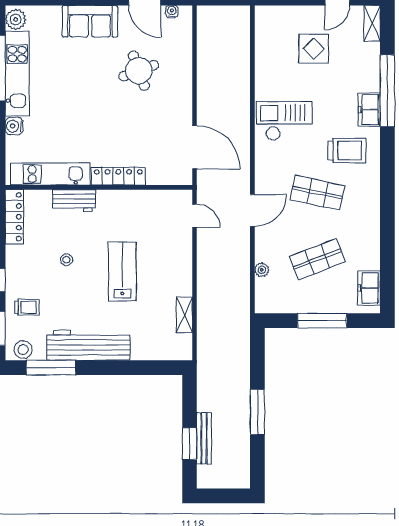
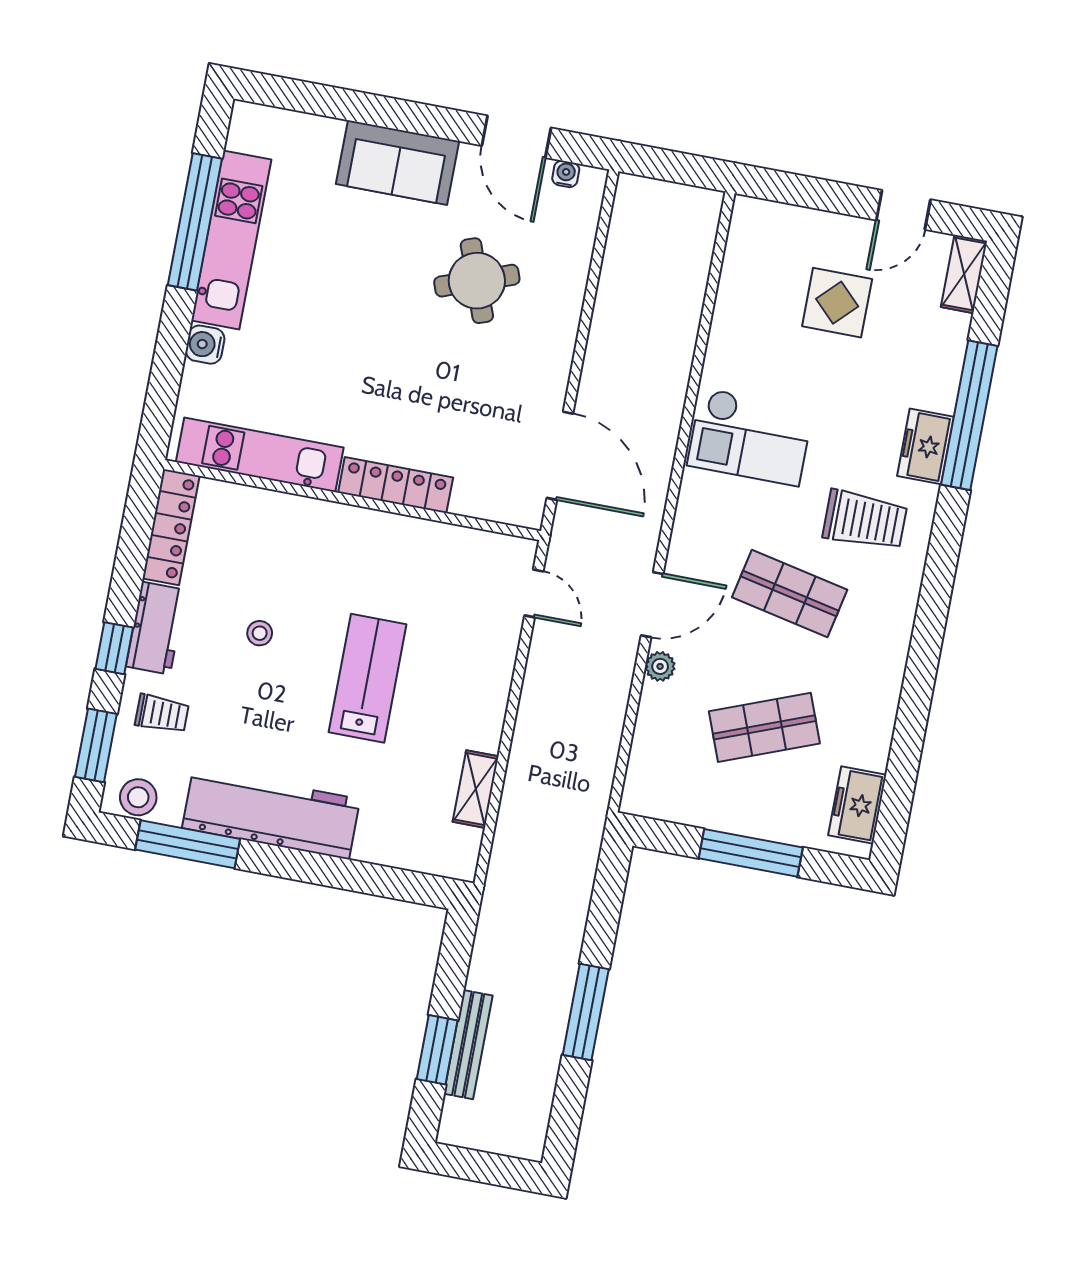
plant: (16, 19) -> (249, 131), removed
checkout: (284, 121) -> (750, 437), turned 180
workbench: (74, 200) -> (156, 628), moved, turned -90
plant: (262, 270) -> (660, 666), moved

